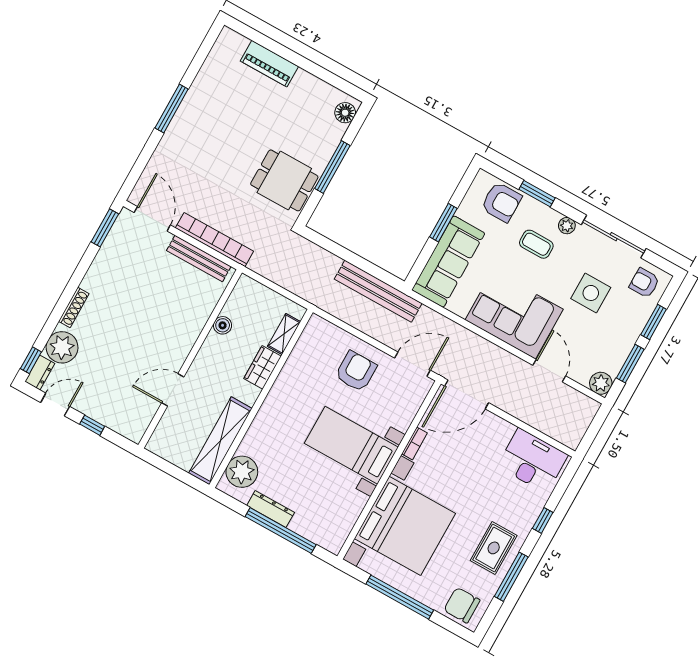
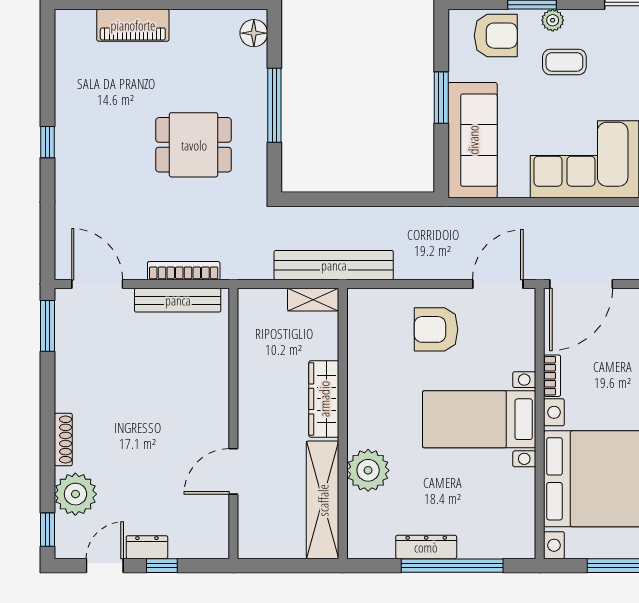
window: (172, 109) -> (47, 142), width x0.46
dining table: (284, 180) -> (194, 145), moved
plant: (567, 226) -> (553, 20), moved
bookcase: (214, 240) -> (184, 271), width x0.68, depth x0.76
bench: (378, 291) -> (334, 265), moved
boiler: (223, 325) -> (249, 363), removed
shelving: (284, 334) -> (313, 300), moved, turned 90
wardrobe: (262, 367) -> (324, 399), width x1.50
armchair: (356, 371) -> (436, 329), turned -90
dresser: (40, 372) -> (147, 547), moved, turned -90
plant: (242, 472) -> (368, 470), moved

